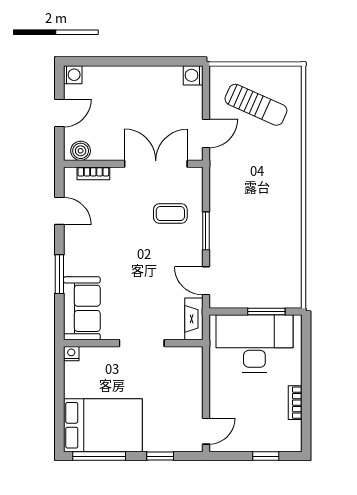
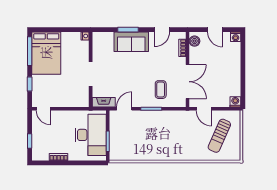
sofa: (82, 308) -> (131, 42), moved

